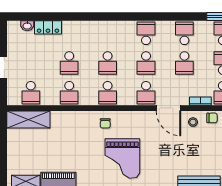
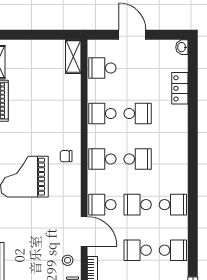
washbasin: (27, 26) -> (182, 47), moved
school desk: (69, 63) -> (138, 114), turned 180
school desk: (108, 63) -> (138, 159), turned 180
door: (168, 108) -> (84, 231), swing flipped
shelving: (28, 119) -> (73, 57), width x0.67, depth x0.75

